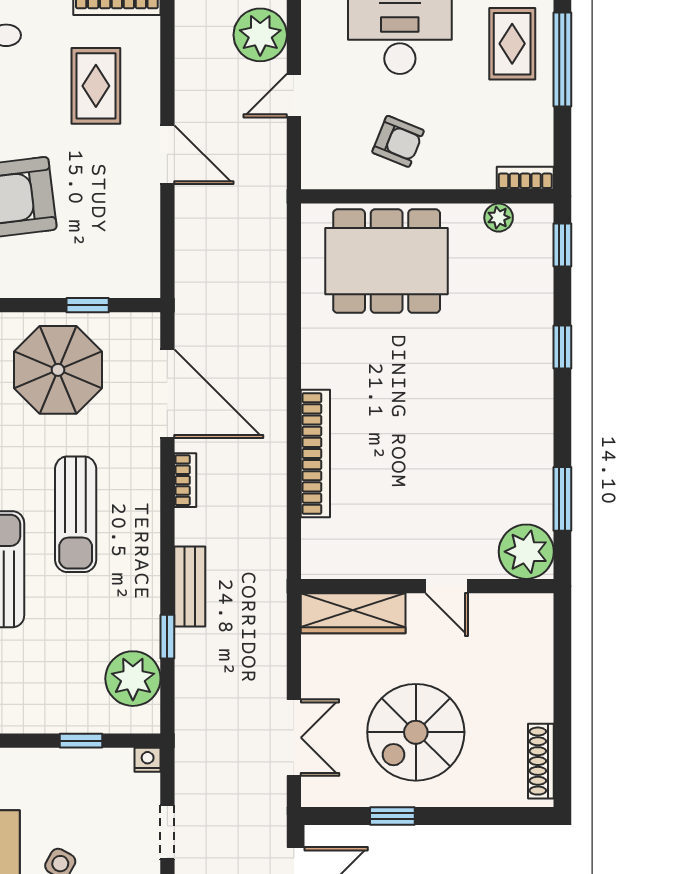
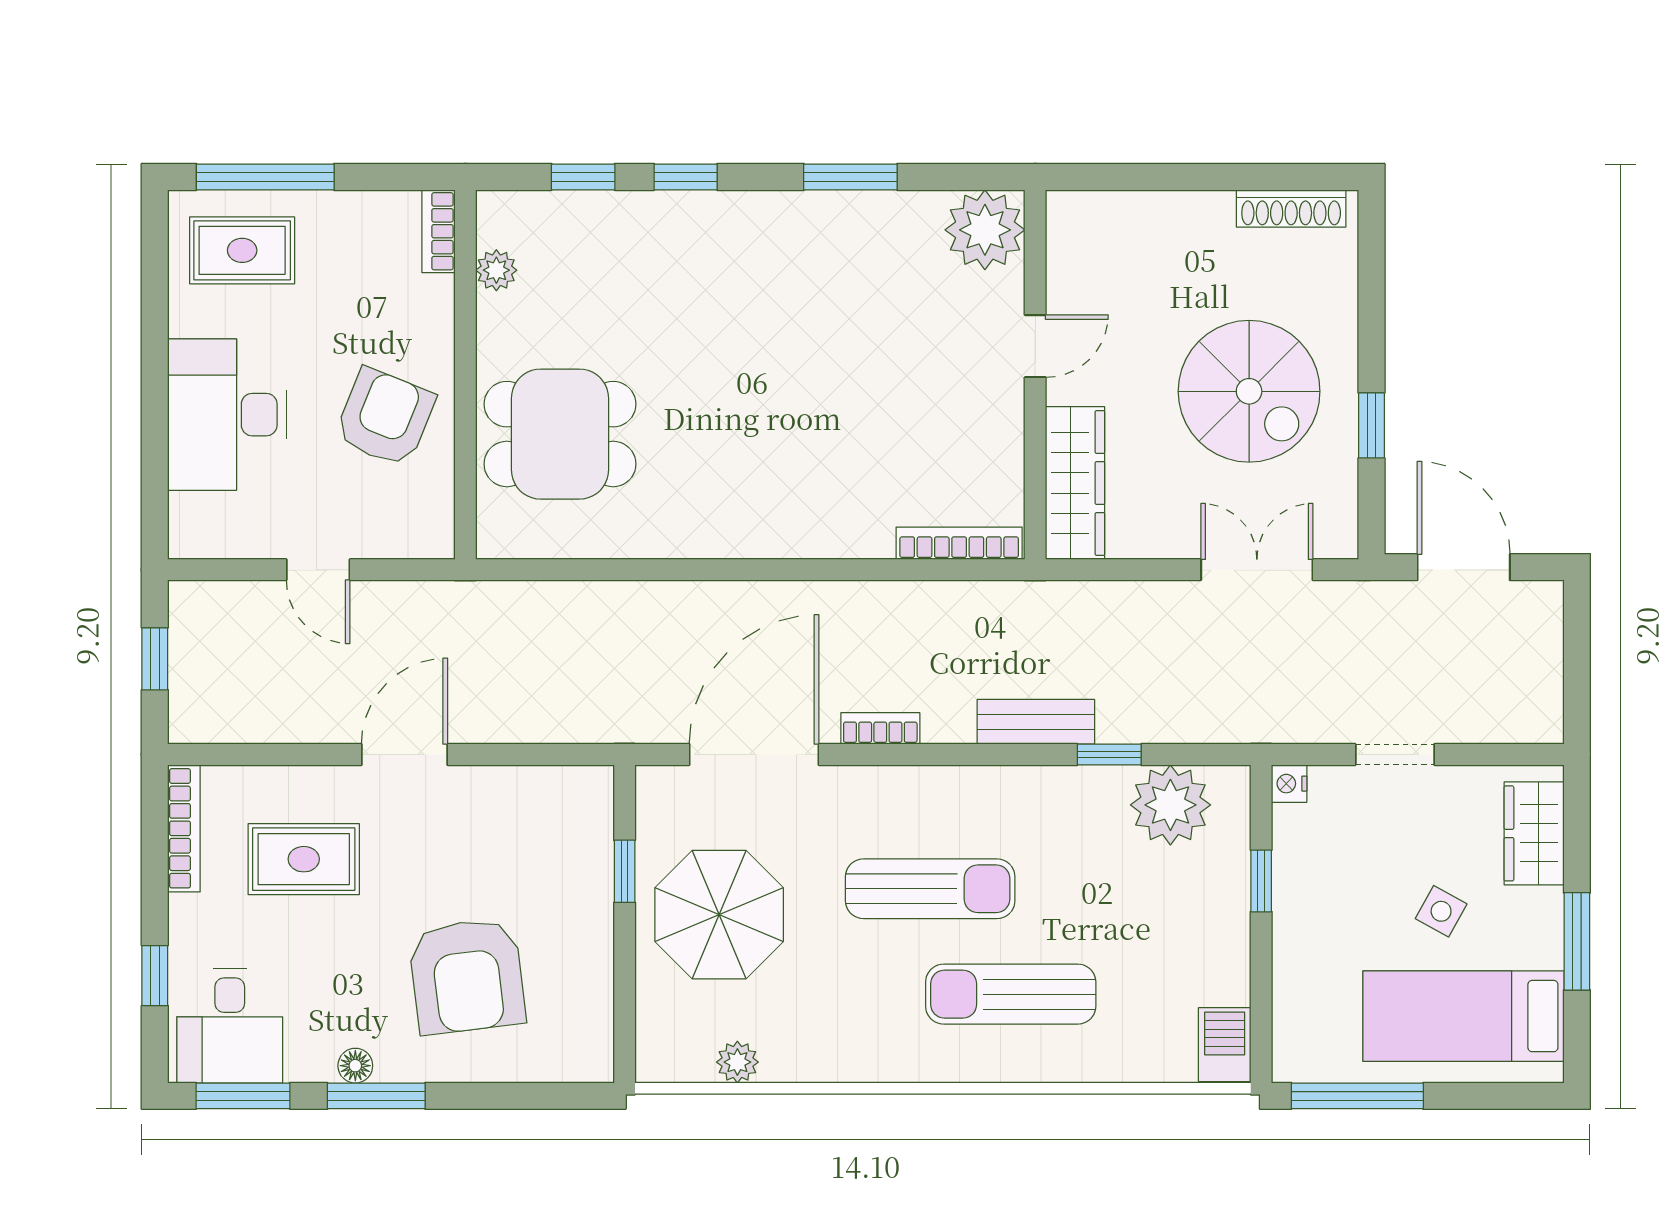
plant: (260, 35) -> (229, 619), removed
armchair: (398, 141) -> (385, 417), width x1.38, depth x1.38
window: (562, 245) -> (583, 177), moved
dining table: (387, 261) -> (560, 434), width x0.73
bookcase: (315, 453) -> (959, 543), moved, width x0.68, depth x0.76
window: (562, 499) -> (850, 177), moved

